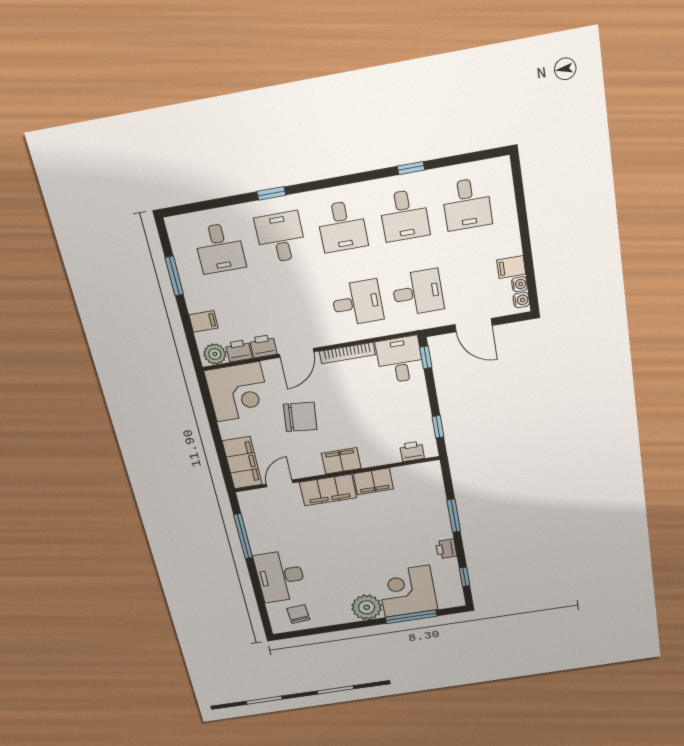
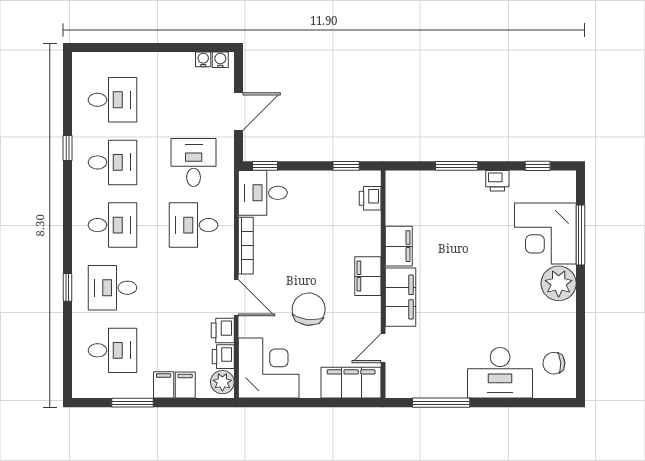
filing cabinet: (511, 267) -> (164, 385), moved, turned 180
desk: (357, 303) -> (194, 225), turned -90
door: (279, 483) -> (383, 348), hinge flipped

